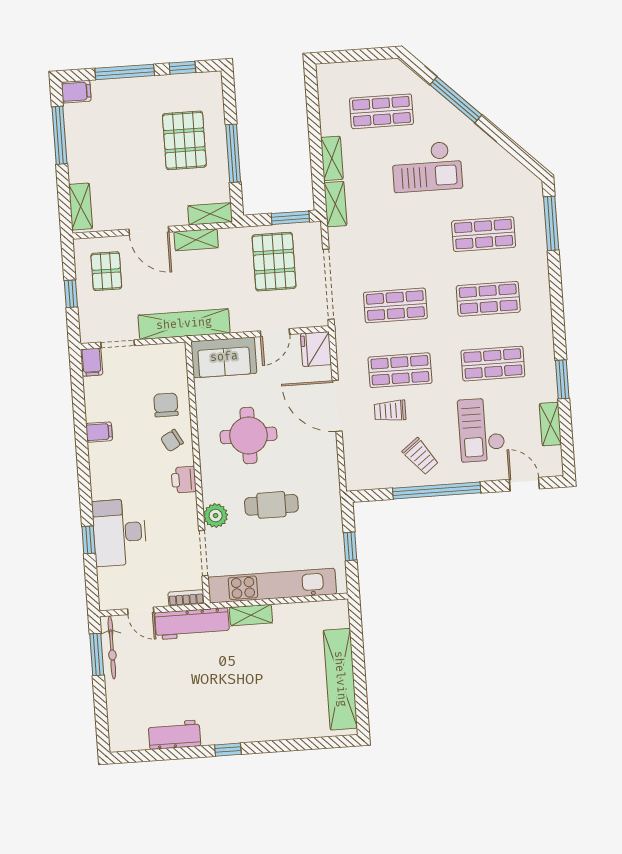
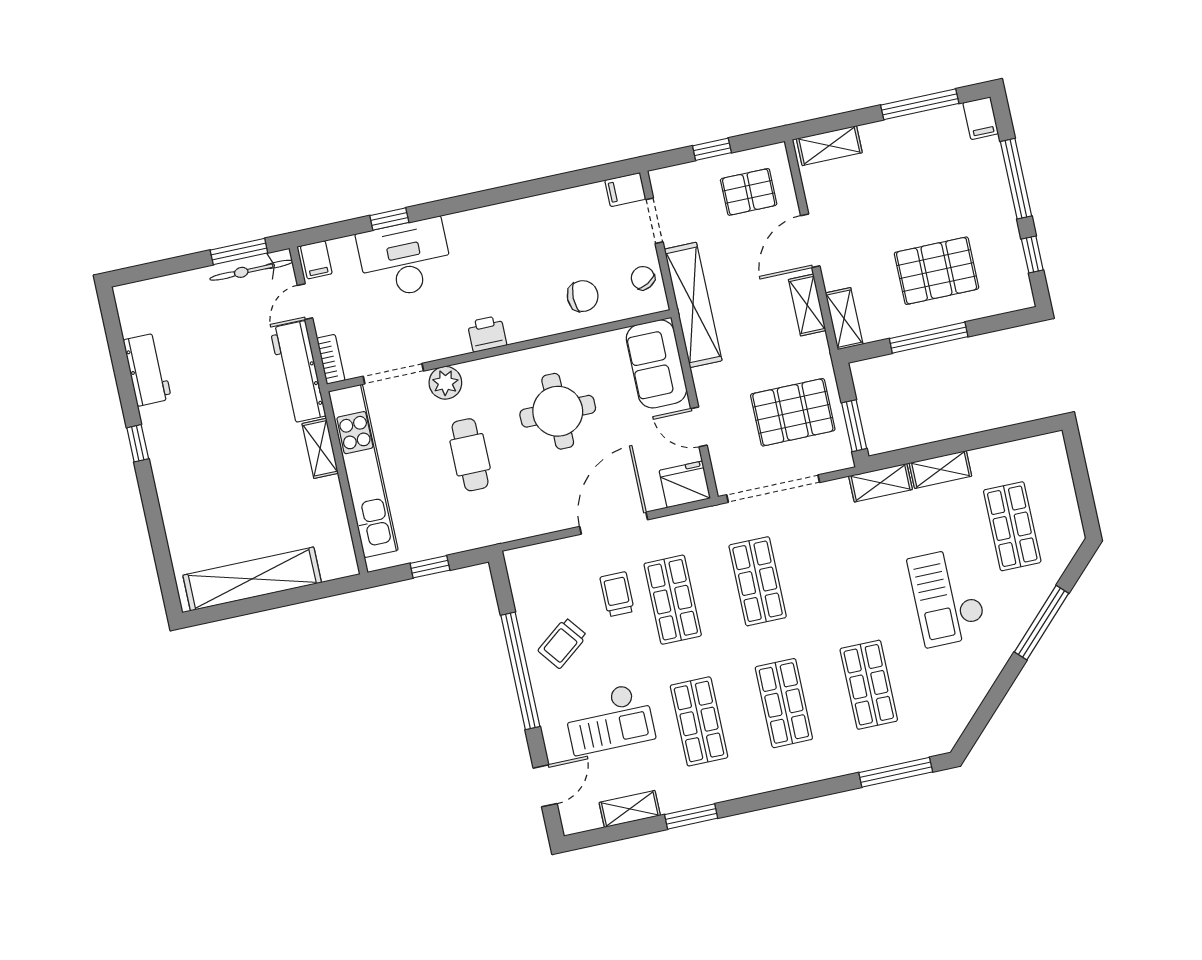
checkout: (481, 430) -> (609, 719), turned 180
filing cabinet: (99, 432) -> (316, 260), moved
chair: (172, 441) -> (643, 278), moved

